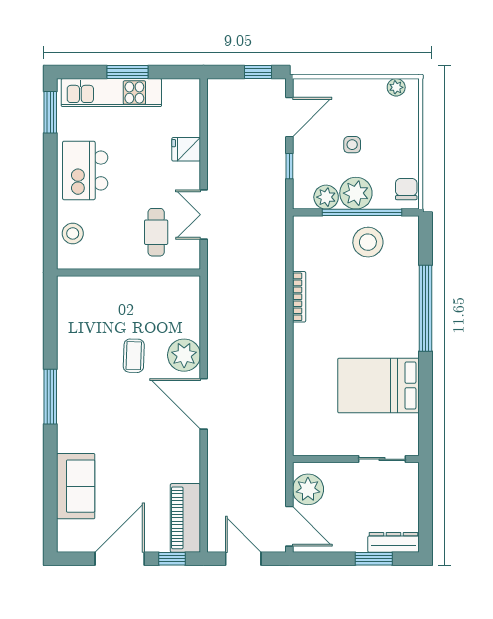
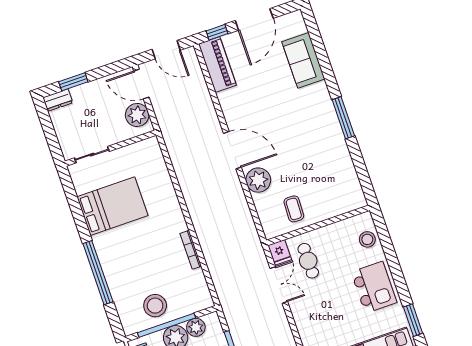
fridge: (186, 149) -> (280, 252), moved, turned 90
coffee table: (134, 356) -> (294, 209), moved
dresser: (393, 542) -> (58, 100), width x0.70

